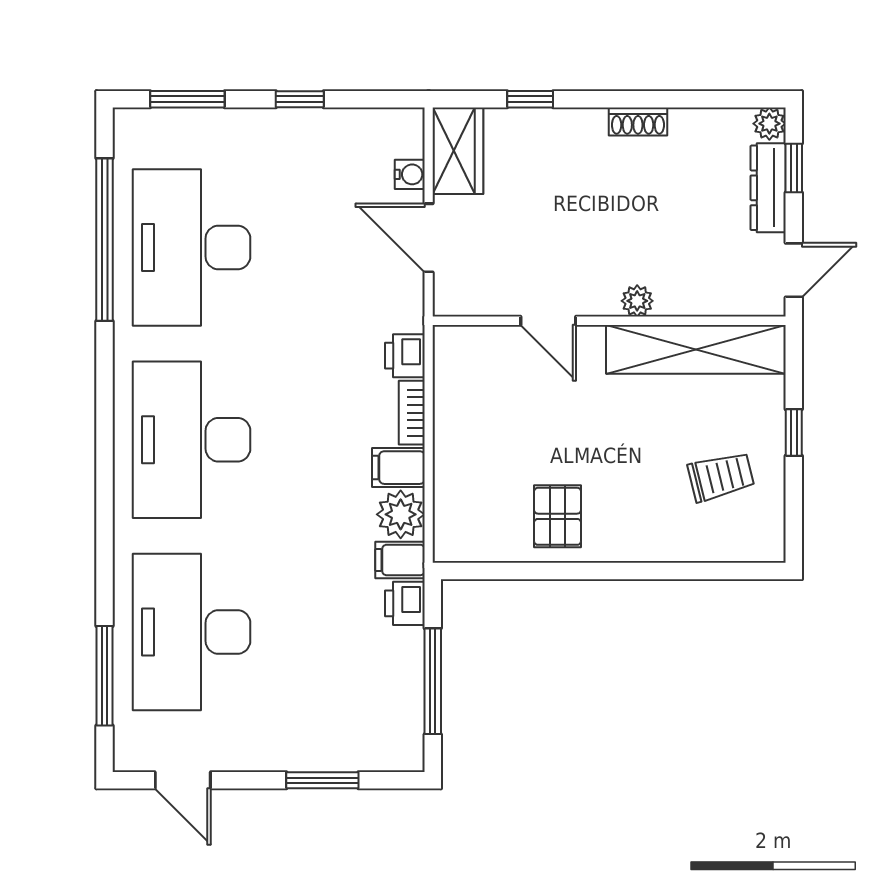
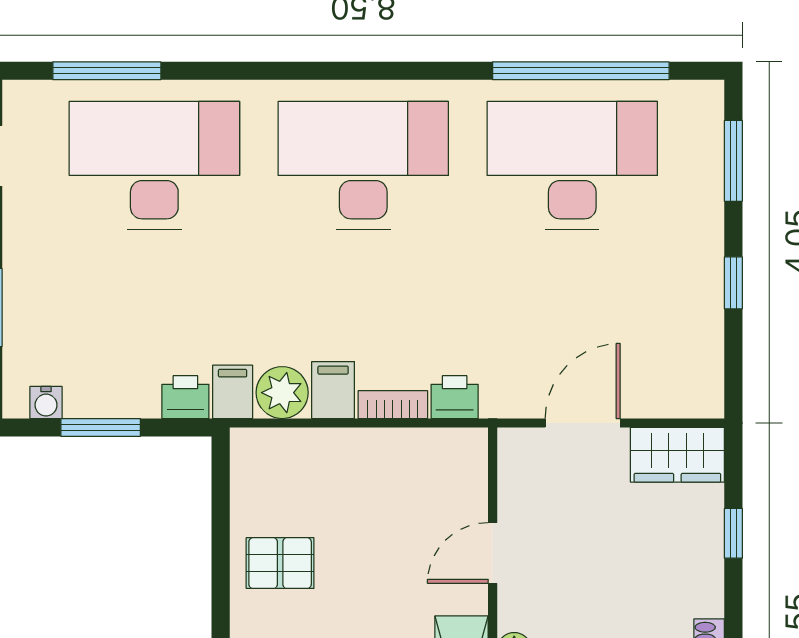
water cooler: (410, 174) -> (46, 402), moved
window: (433, 681) -> (101, 427), width x0.69

